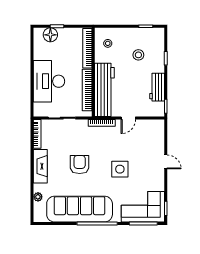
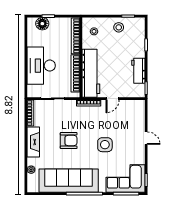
stool: (138, 55) -> (119, 27), moved
armchair: (80, 165) -> (69, 141), turned 90

